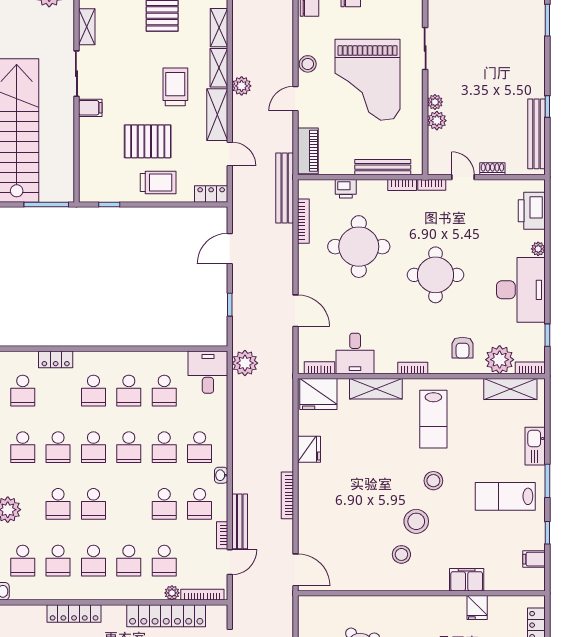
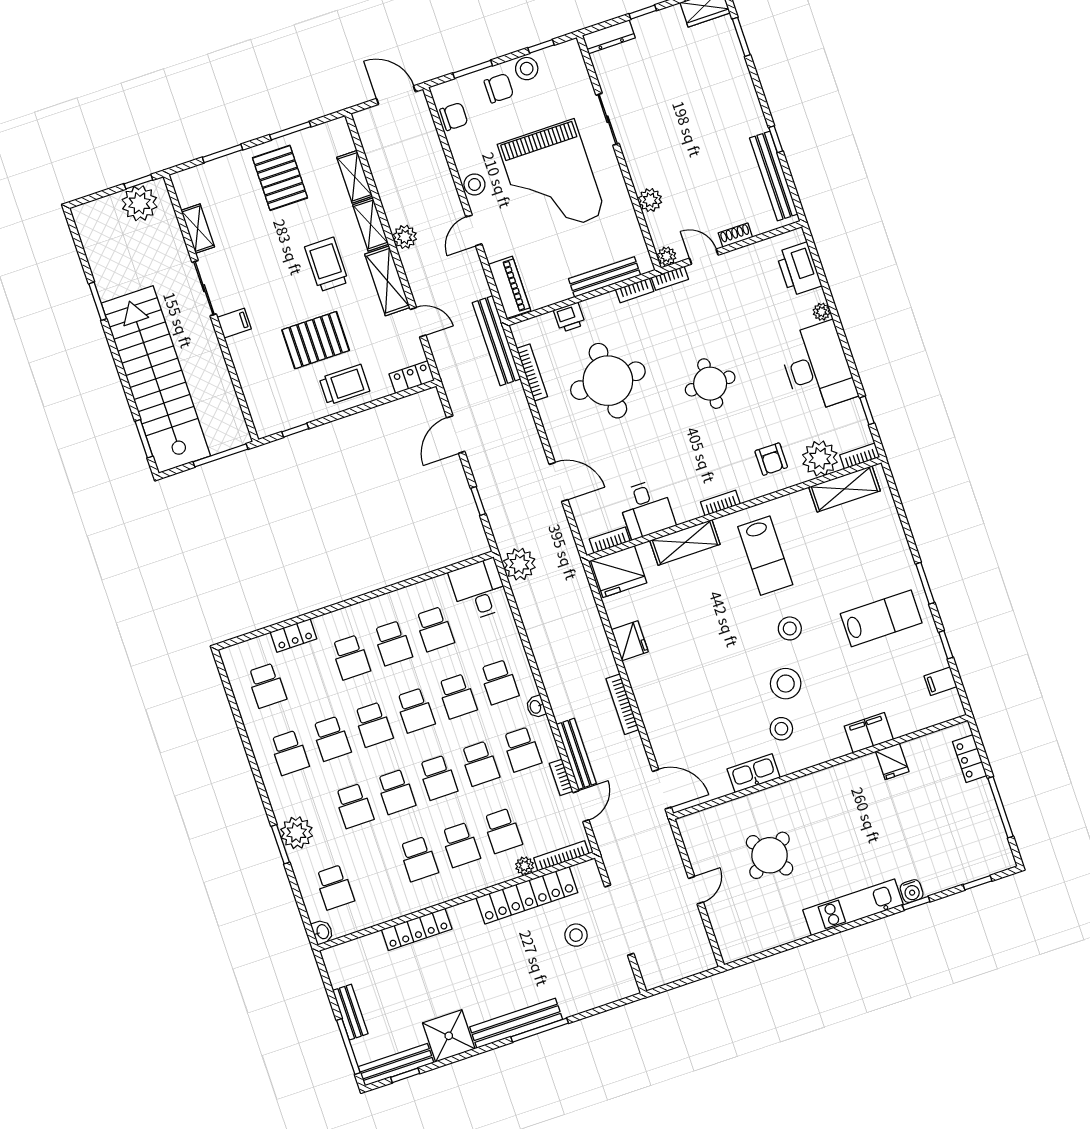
plant: (435, 102) -> (667, 256), moved
round table: (435, 275) -> (710, 384), width x0.73, depth x0.73
kitchen sink: (535, 446) -> (754, 773), moved, turned 90
lab bench: (505, 496) -> (881, 618), turned 180
school desk: (58, 561) -> (438, 778), moved

